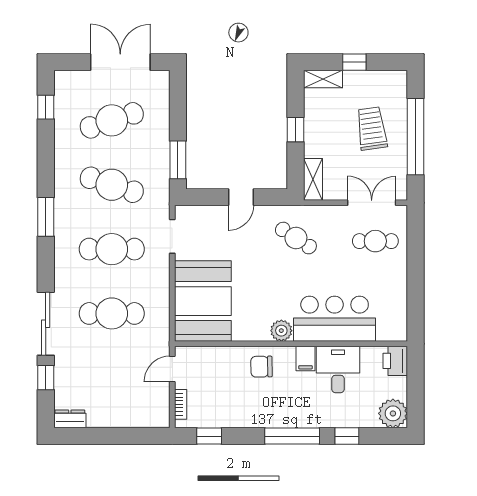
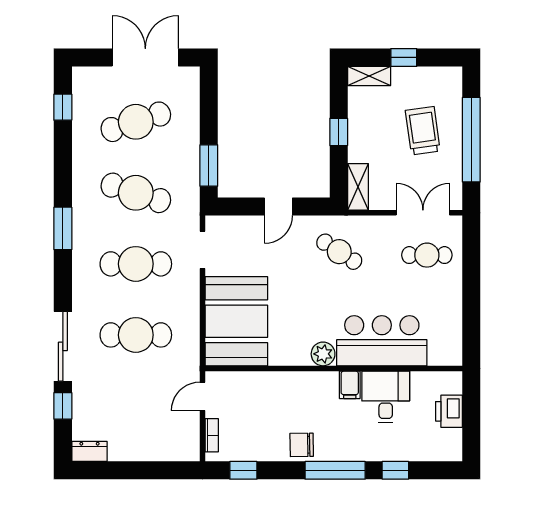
printer: (395, 361) -> (449, 411), moved
chair: (261, 367) -> (302, 445), moved
plant: (393, 413) -> (446, 445), removed

